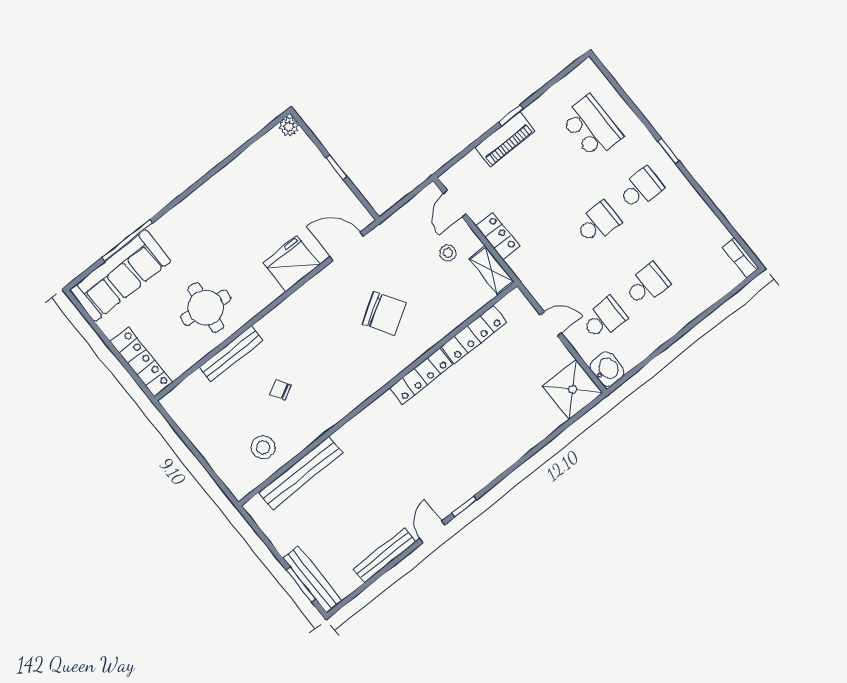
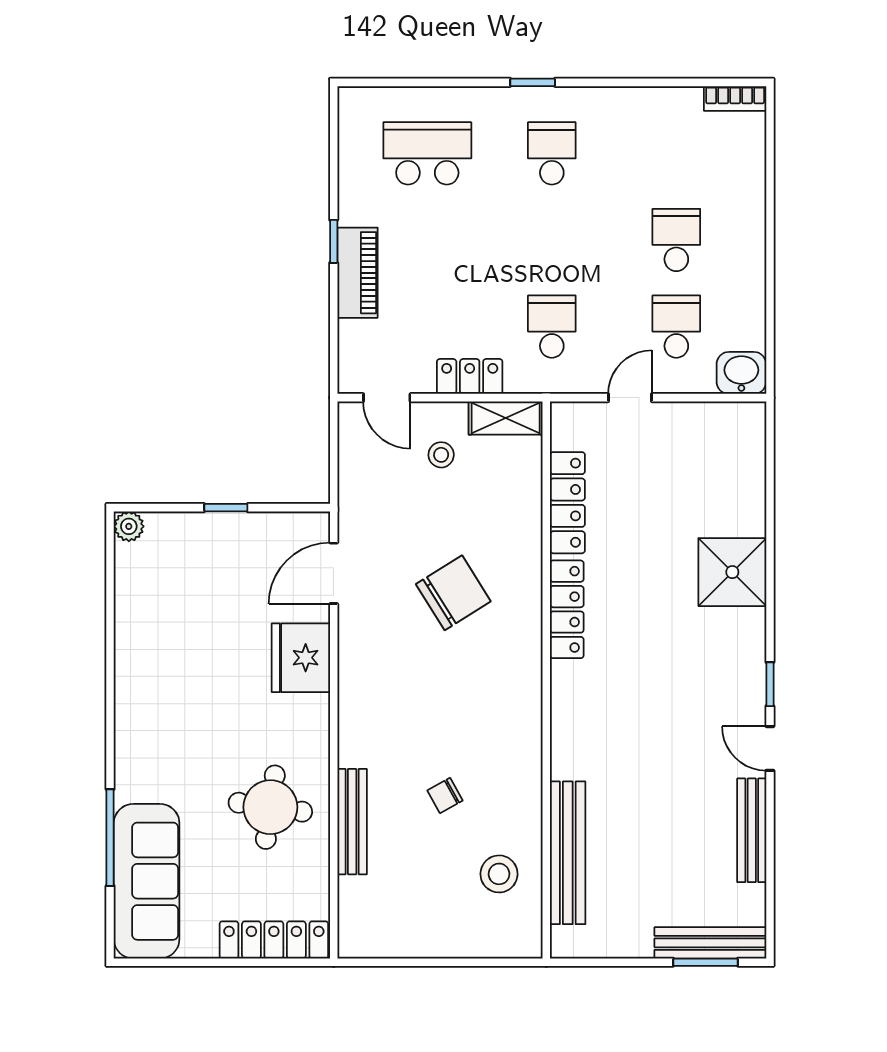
school desk: (598, 223) -> (552, 327), moved
shower: (573, 389) -> (732, 572), moved

